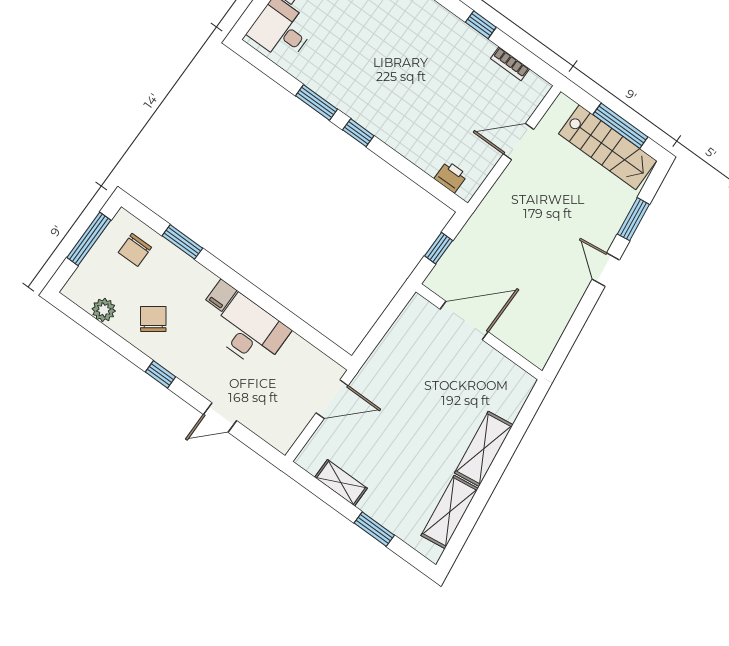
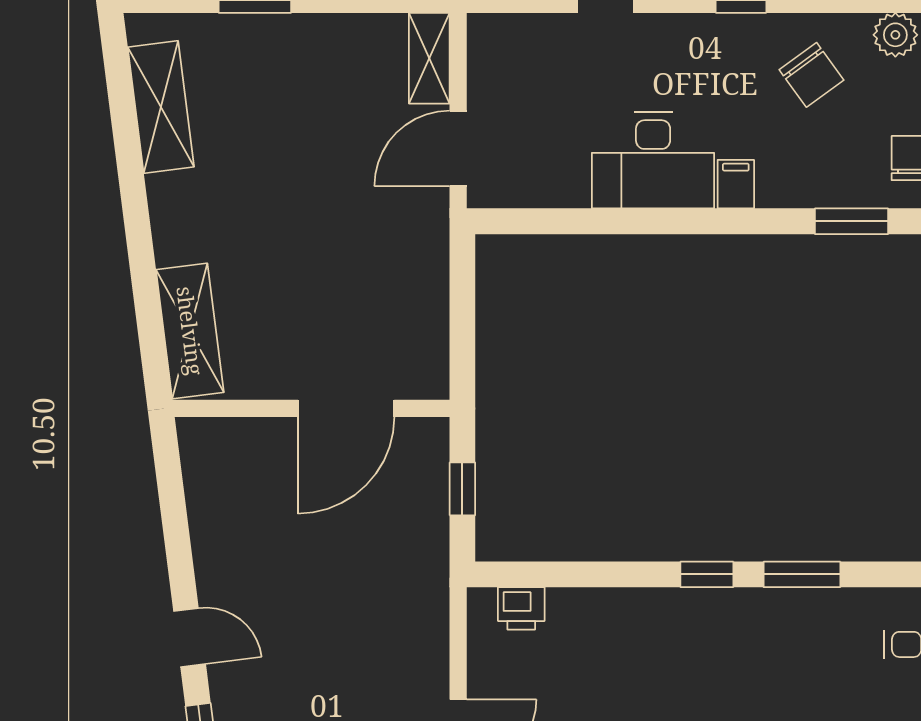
shelving: (484, 449) -> (190, 331), moved
shelving: (341, 483) -> (429, 58), moved, turned 90

